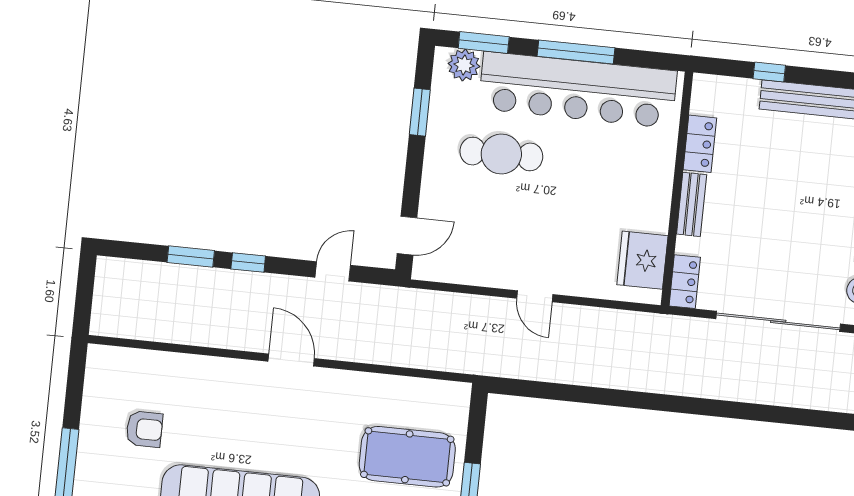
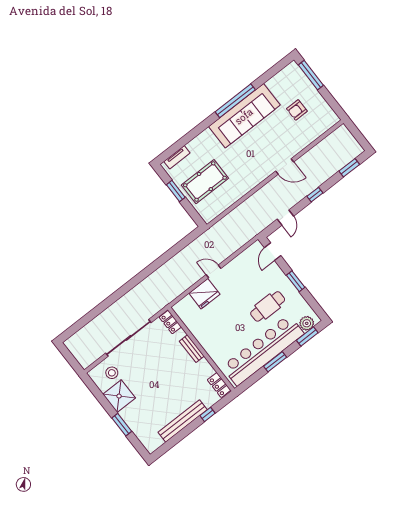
window: (576, 52) -> (275, 362), width x0.69
window: (420, 112) -> (296, 281), moved
locker: (700, 144) -> (219, 385), moved
window: (191, 257) -> (349, 168), moved
fridge: (642, 260) -> (204, 294), moved, turned 90
door: (291, 360) -> (285, 166), moved

